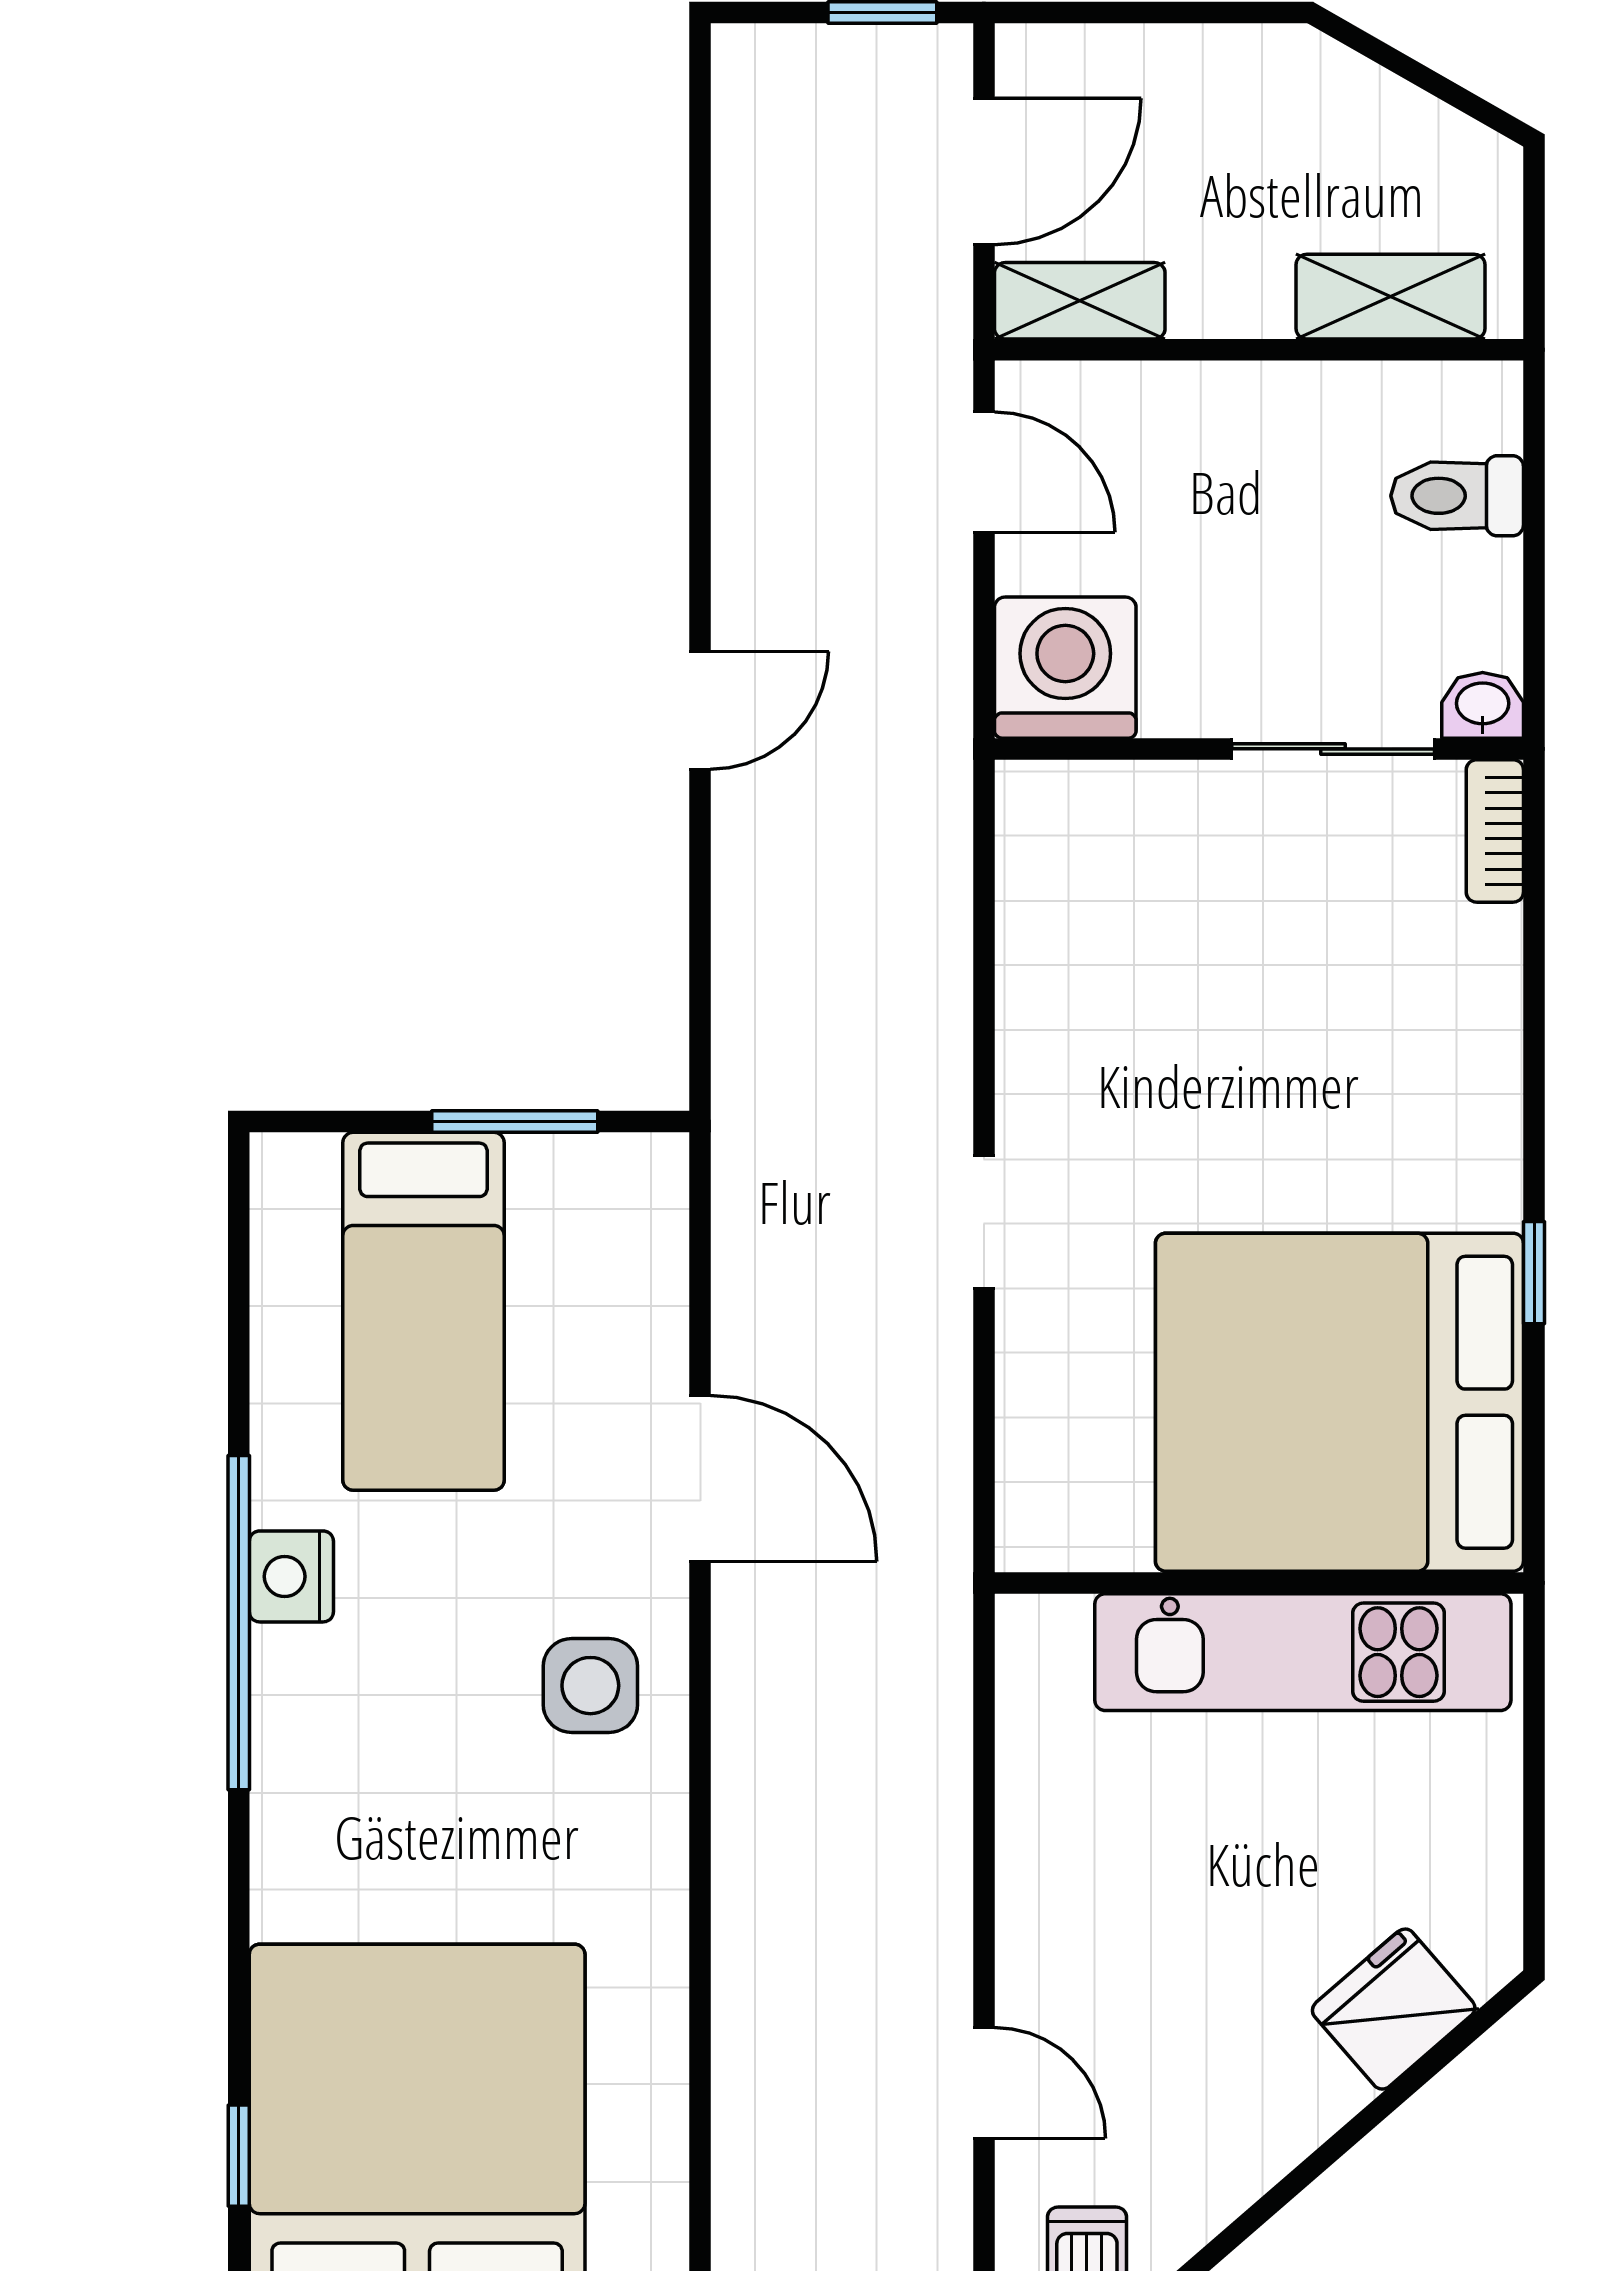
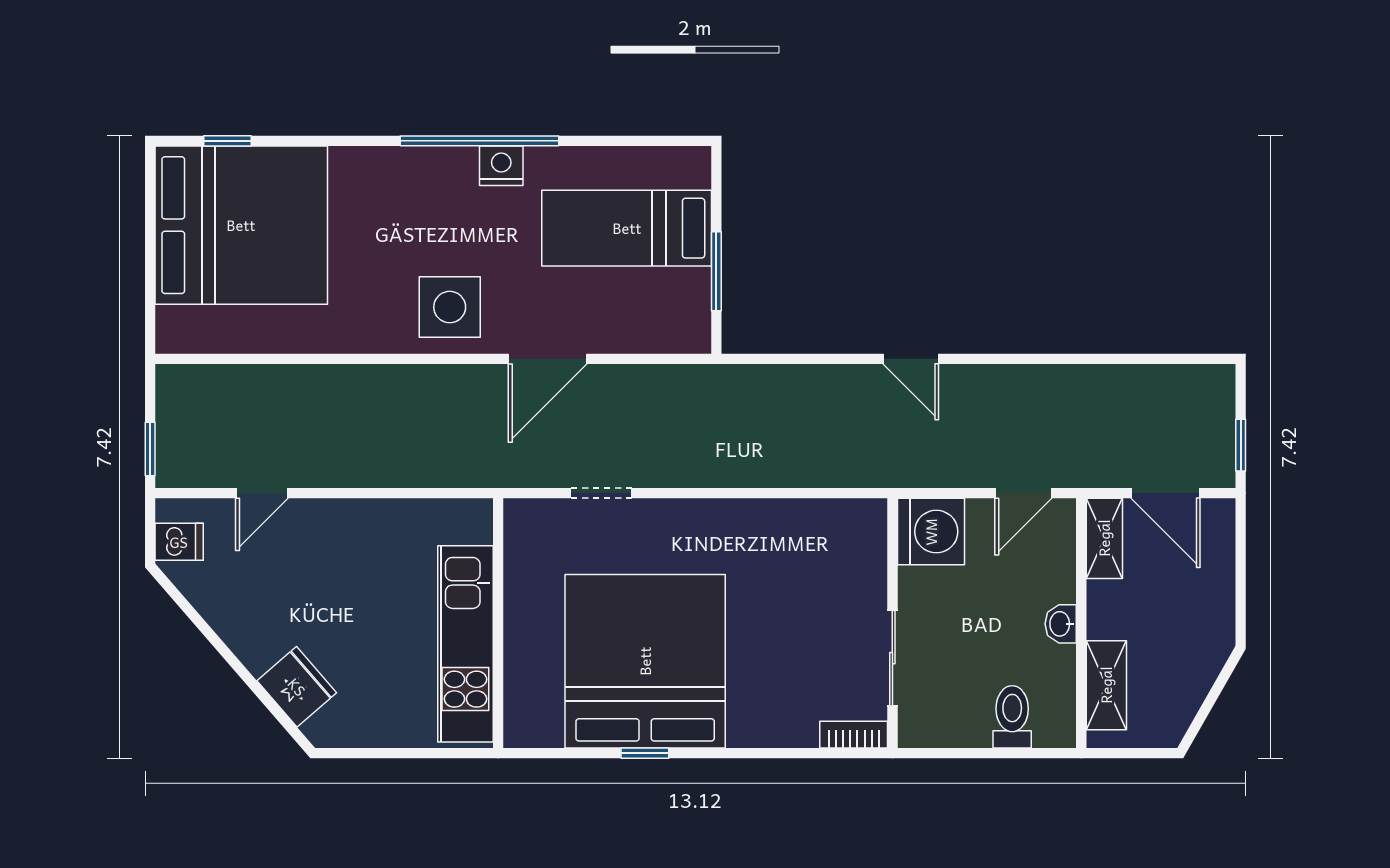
washbasin: (1483, 705) -> (1061, 624), moved, turned 180
doorway: (984, 1222) -> (601, 493), moved
bed: (1339, 1402) -> (645, 661), moved
side table: (590, 1686) -> (450, 307), width x1.37, depth x1.37

